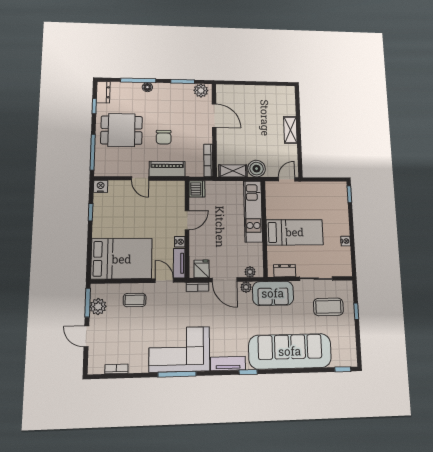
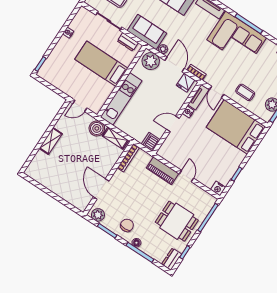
chair: (164, 137) -> (127, 225), moved
plant: (250, 272) -> (151, 61), width x1.88, depth x1.88

